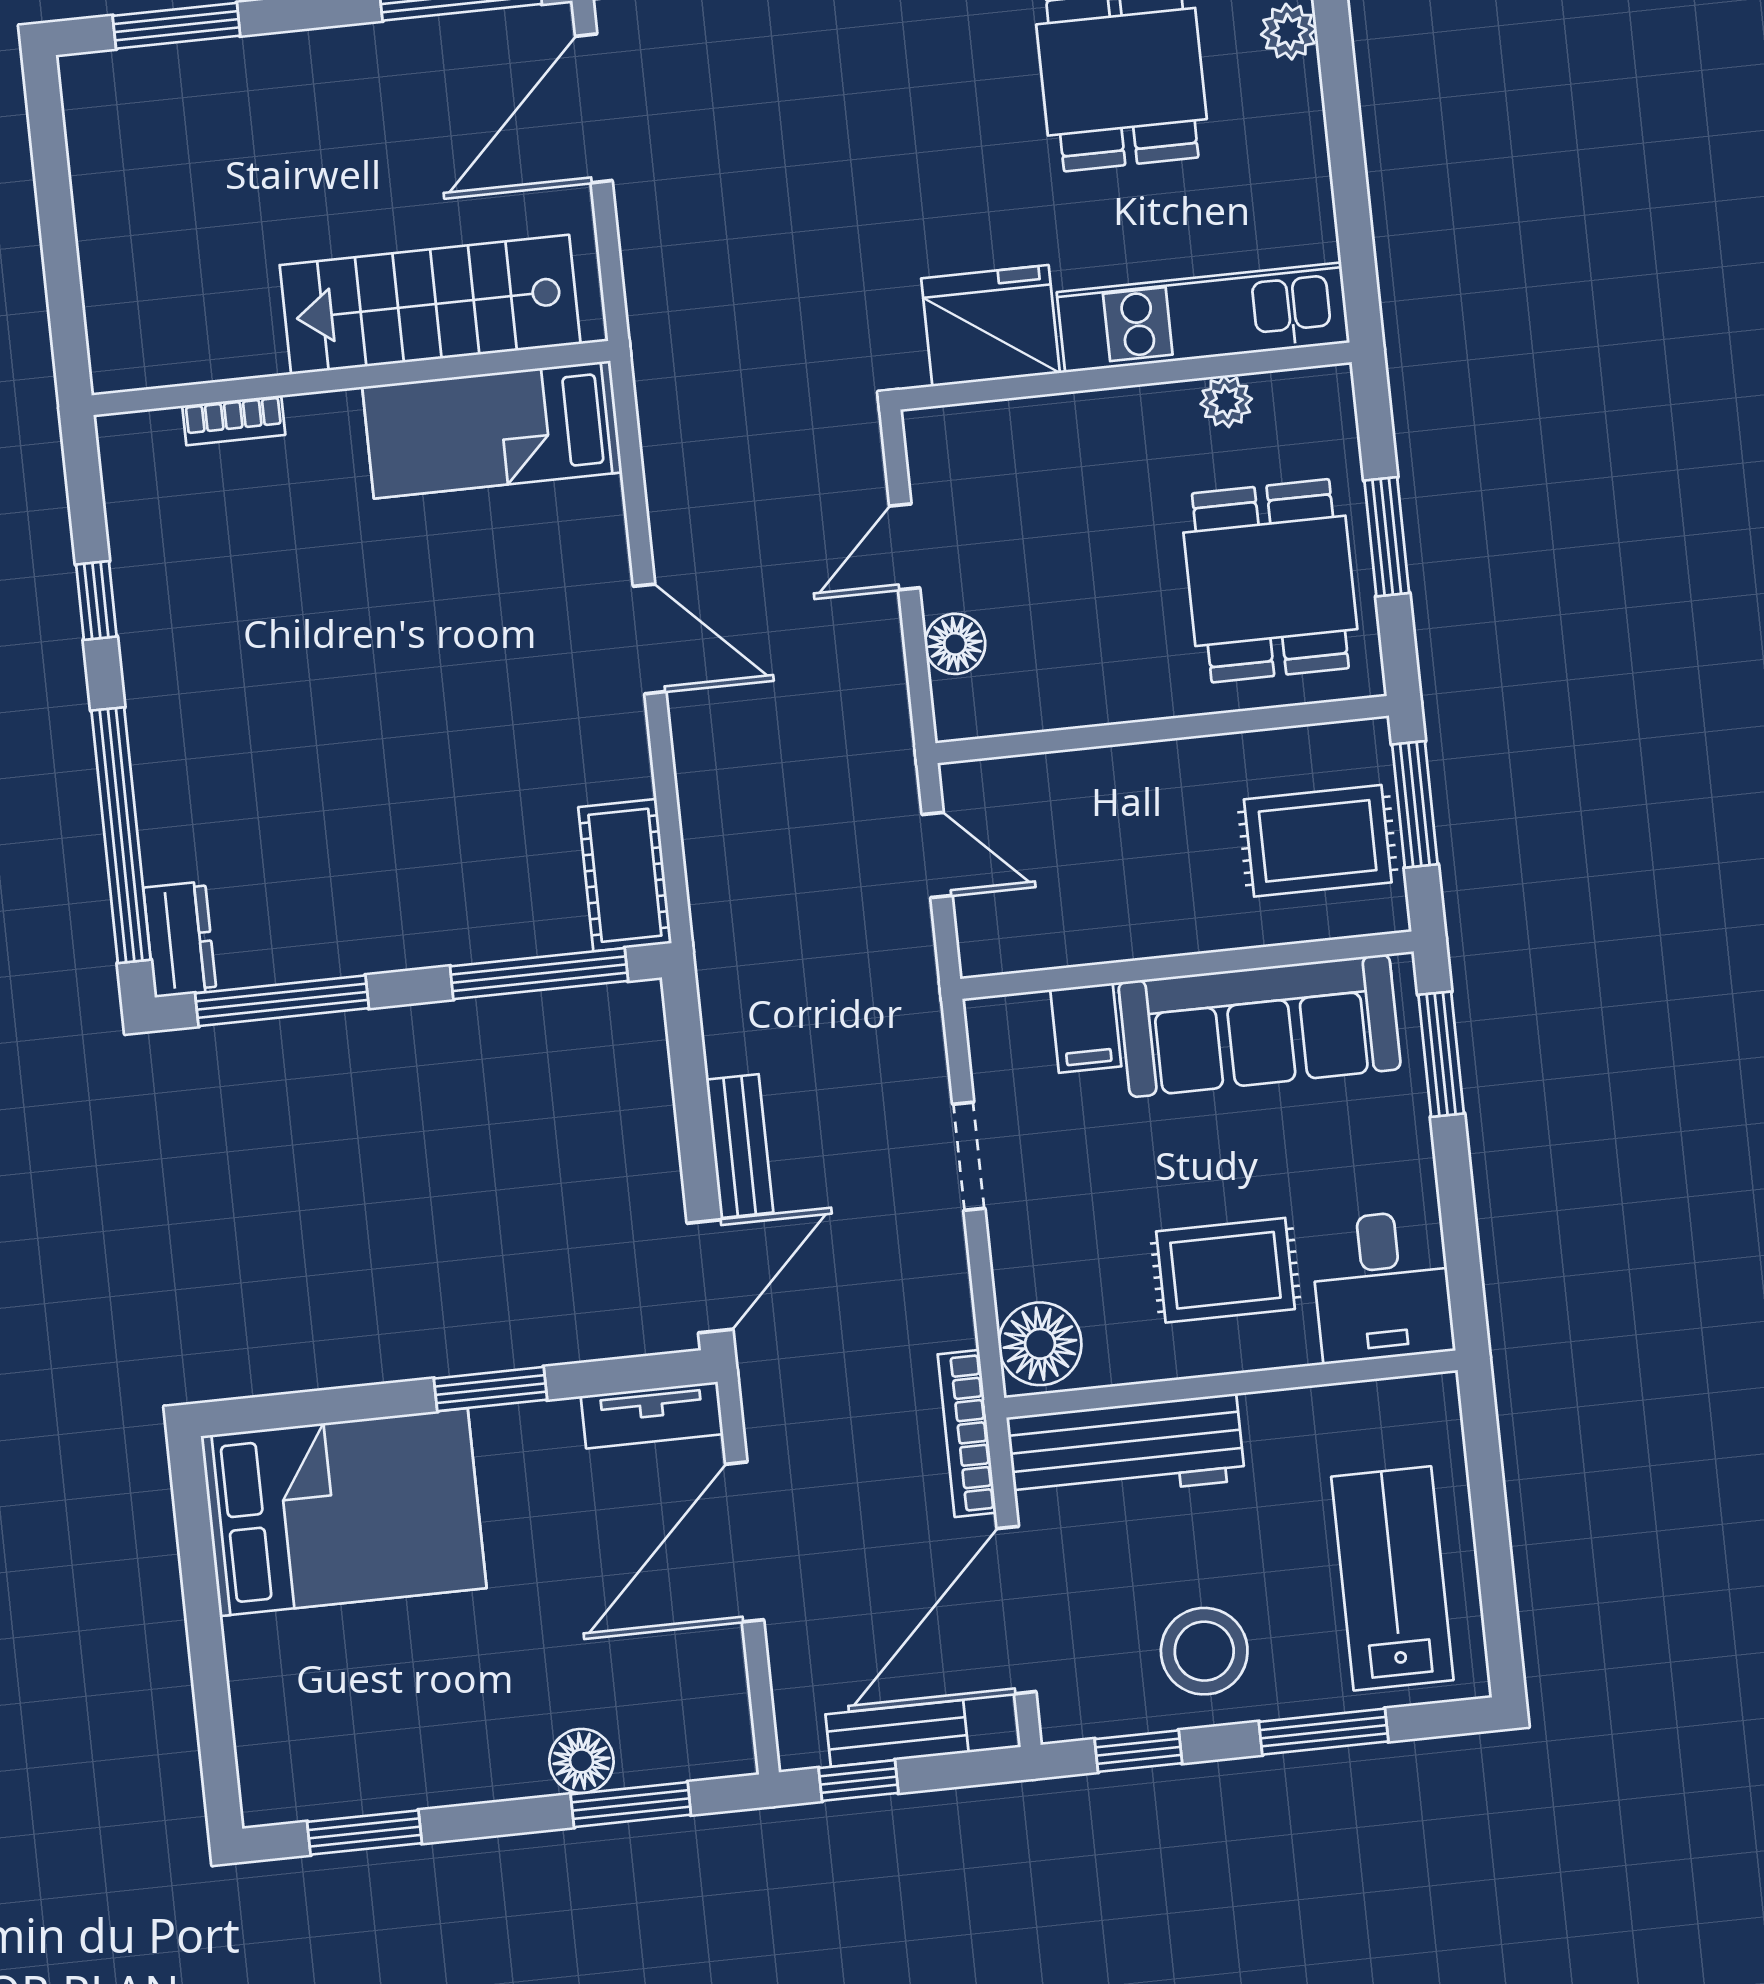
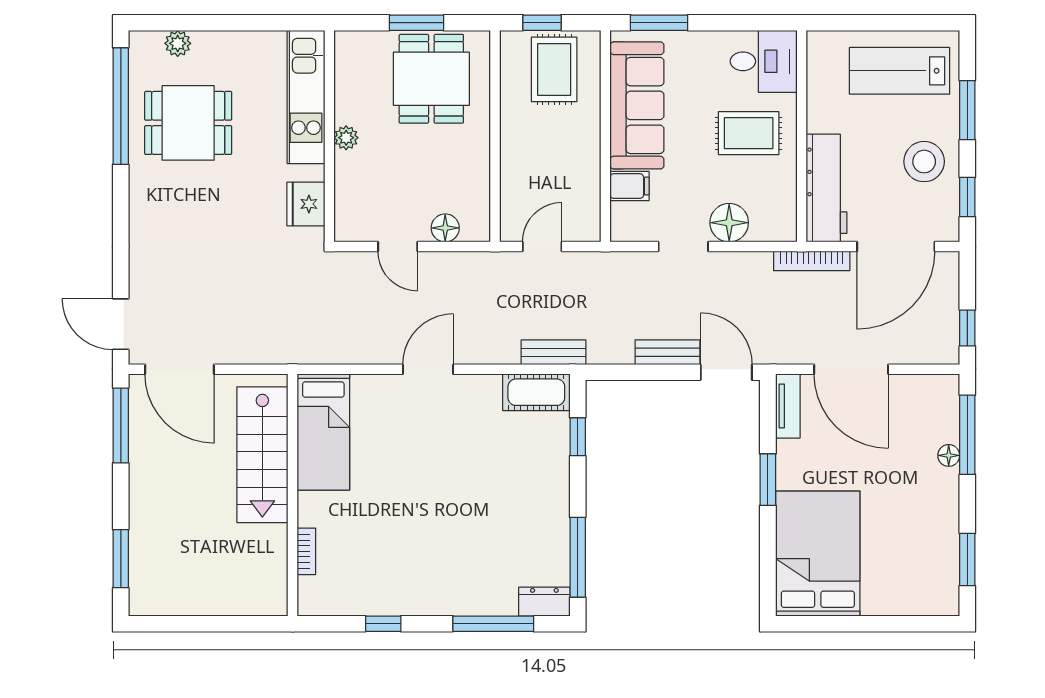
fridge: (990, 326) -> (306, 204), width x0.73, depth x0.75
plant: (1226, 401) -> (346, 138), moved
dining table: (1270, 581) -> (431, 79), turned 90
window: (1415, 804) -> (542, 23), width x0.67
window: (121, 835) -> (493, 624), width x0.68
window: (539, 974) -> (578, 437), width x0.46
rug: (1225, 1270) -> (749, 133), turned 90
floor lamp: (1040, 1344) -> (729, 223), moved
door: (1016, 1610) -> (896, 247), hinge flipped
bench: (897, 1733) -> (554, 352), moved, turned 90
floor lamp: (581, 1761) -> (949, 455), width x0.73, depth x0.73
window: (631, 1805) -> (967, 435), width x1.44

